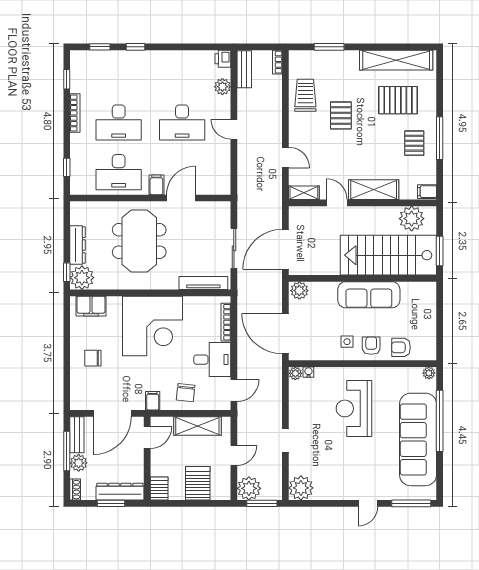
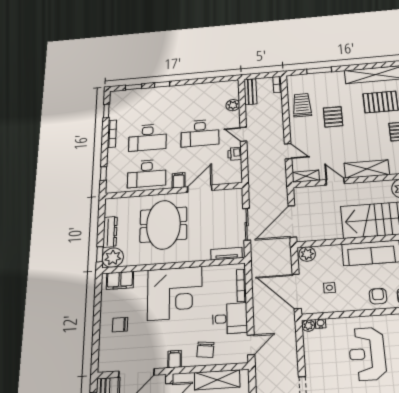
printer: (223, 59) -> (235, 154), moved
tv unit: (203, 283) -> (226, 254), width x0.71
side table: (347, 342) -> (329, 288), moved

